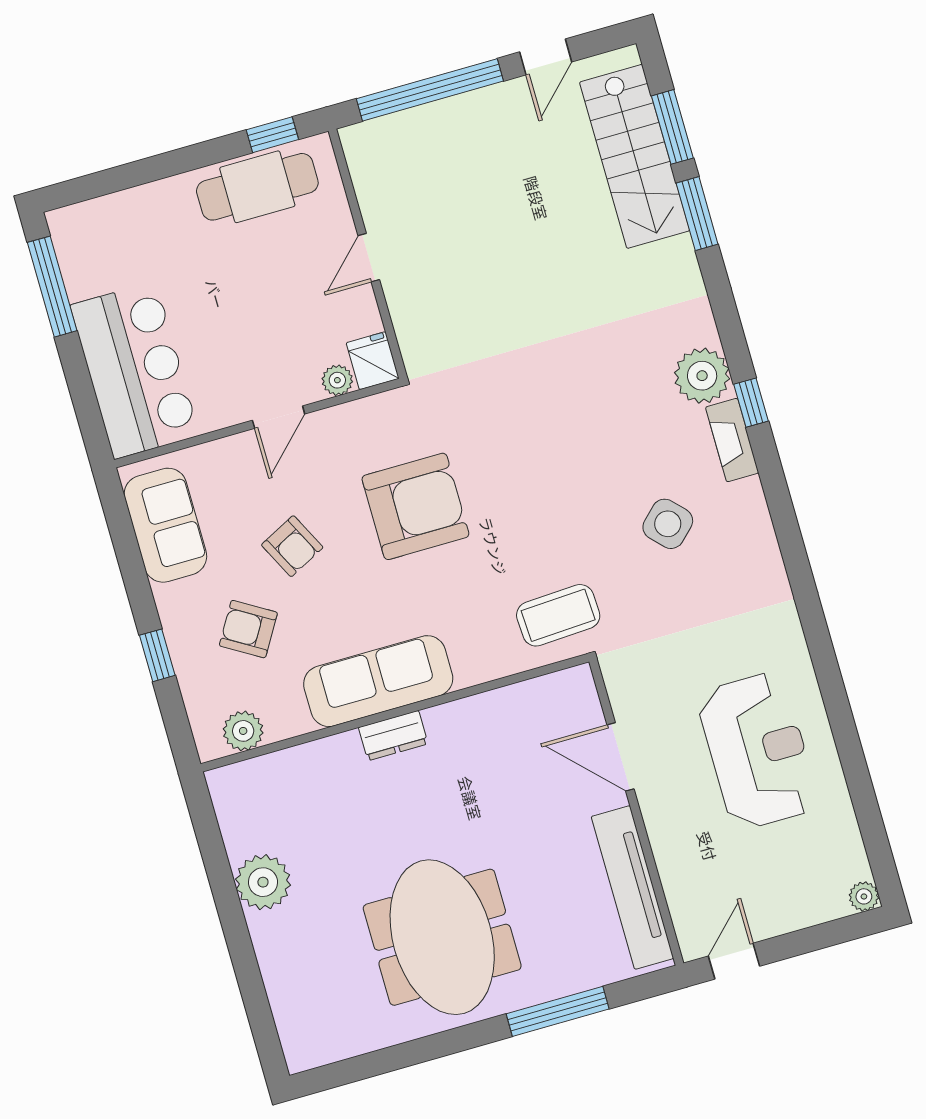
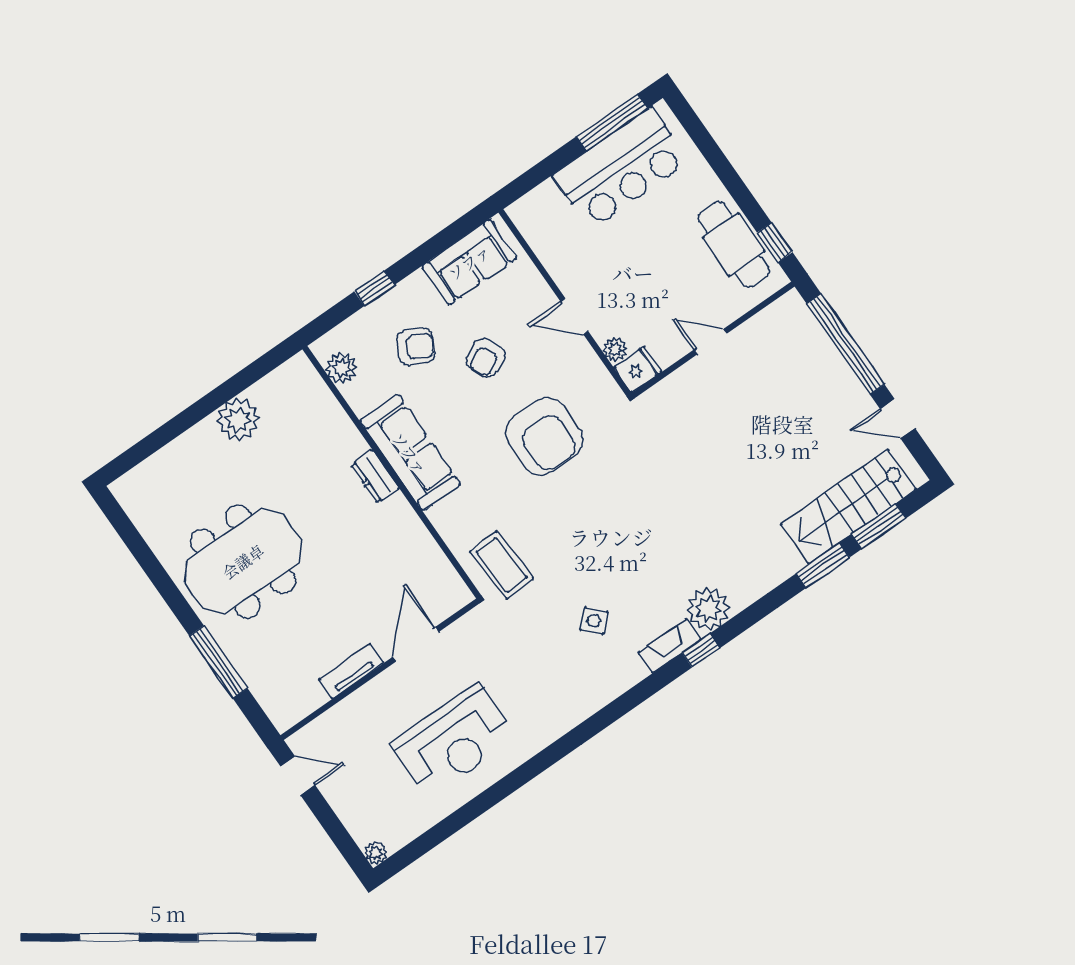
bar counter: (135, 370) -> (621, 168), moved
side table: (668, 524) -> (594, 621), width x0.73, depth x0.73
armchair: (248, 629) -> (416, 347), turned 86
tv unit: (632, 887) -> (351, 671), width x0.52, depth x0.78

